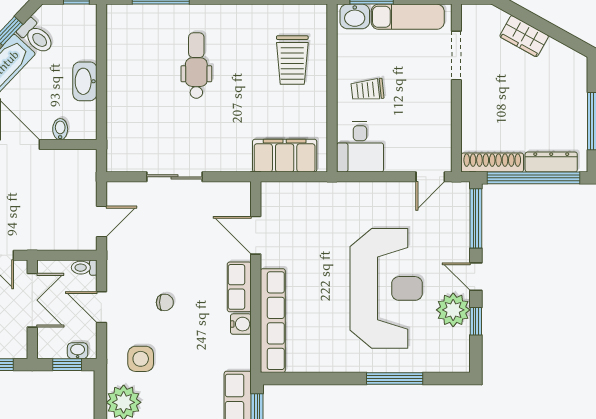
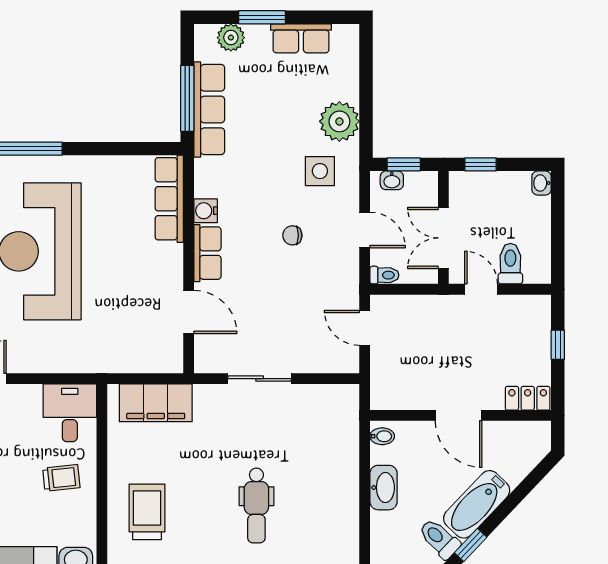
bidet: (60, 129) -> (382, 436), moved, turned -90
sliding door: (174, 177) -> (260, 379), moved
door: (101, 221) -> (365, 328), hinge flipped
row of seats: (273, 321) -> (169, 199), width x0.73

